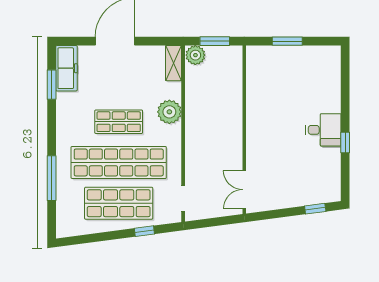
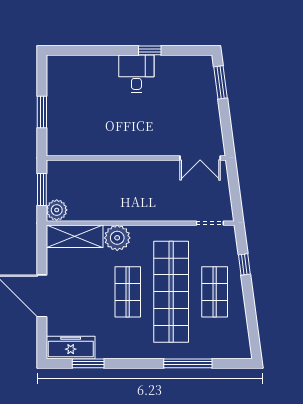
shelving: (173, 63) -> (75, 236), width x1.50, depth x1.33
shop shelf: (119, 203) -> (215, 292), width x0.70, depth x0.74
window: (315, 209) -> (220, 82), width x1.50

